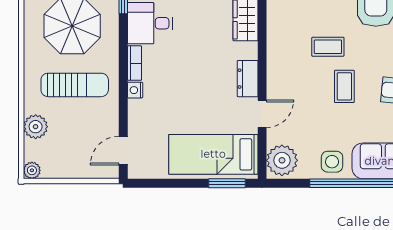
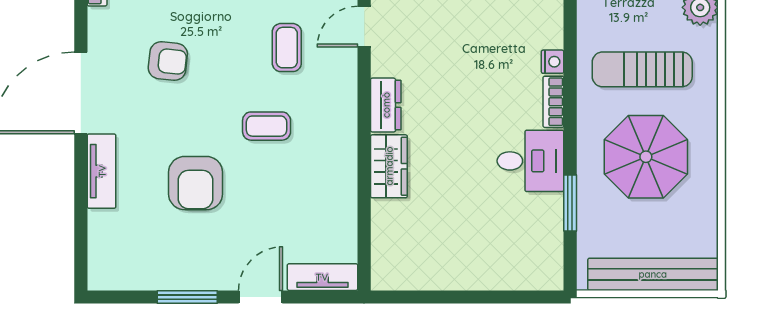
dresser: (248, 79) -> (386, 105), moved
coffee table: (344, 86) -> (287, 48), moved

